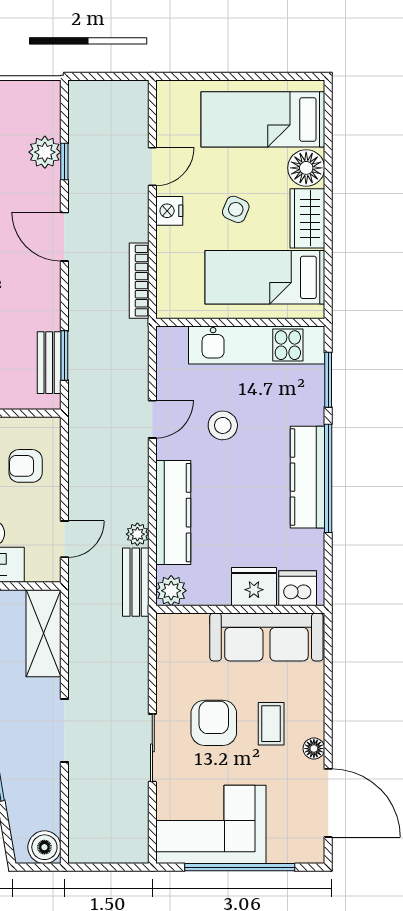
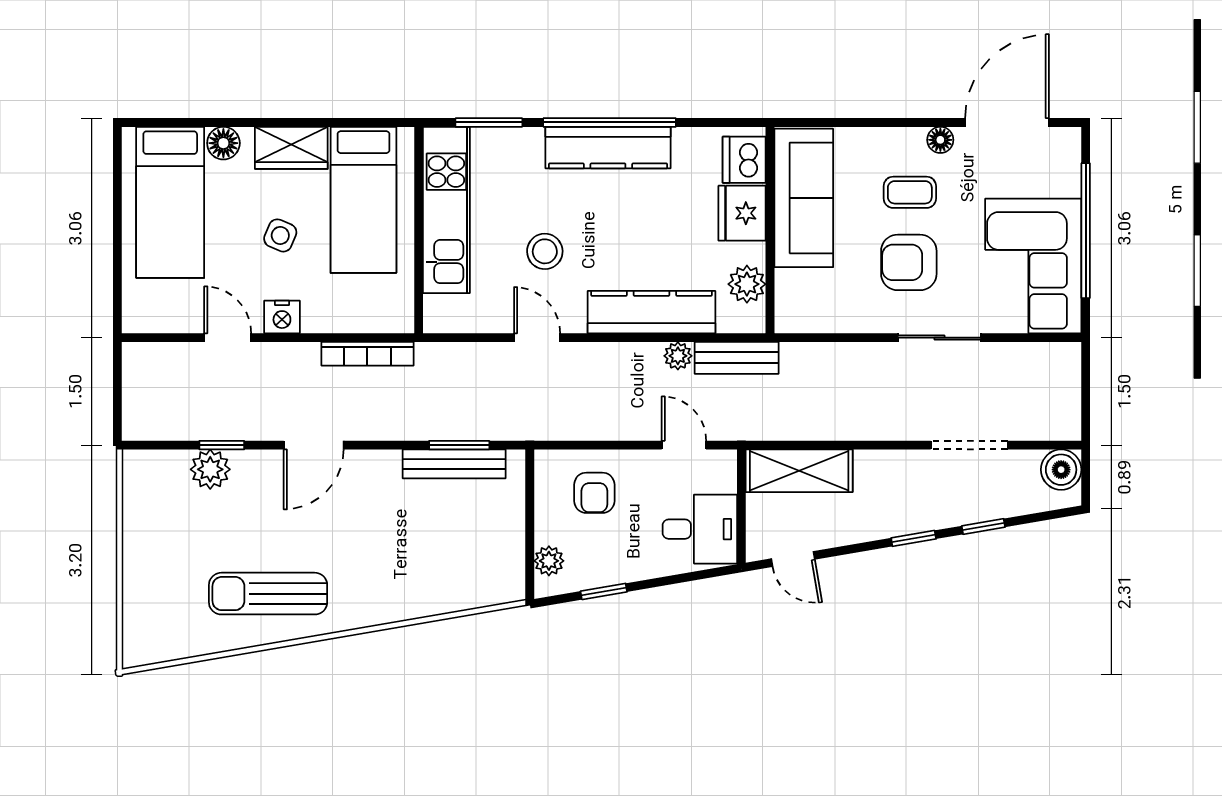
floor lamp: (306, 168) -> (223, 143), width x0.73, depth x0.73
bench: (49, 363) -> (454, 464), width x1.36
plant: (171, 591) -> (747, 284), moved
doorway: (64, 731) -> (969, 445), moved

